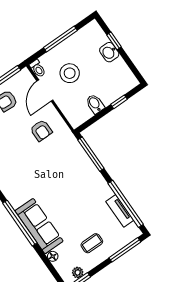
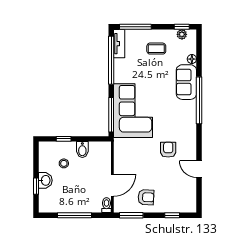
stool: (70, 73) -> (64, 163), moved, width x0.53, depth x0.53
armchair: (41, 130) -> (168, 150), moved
corner sofa: (74, 172) -> (133, 111), added
tv unit: (120, 211) -> (119, 44), moved
sofa: (39, 226) -> (186, 82), width x0.73

